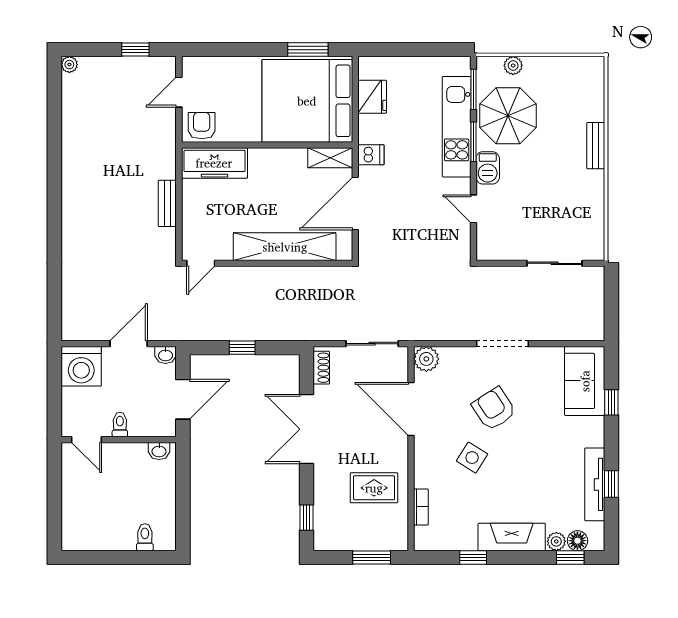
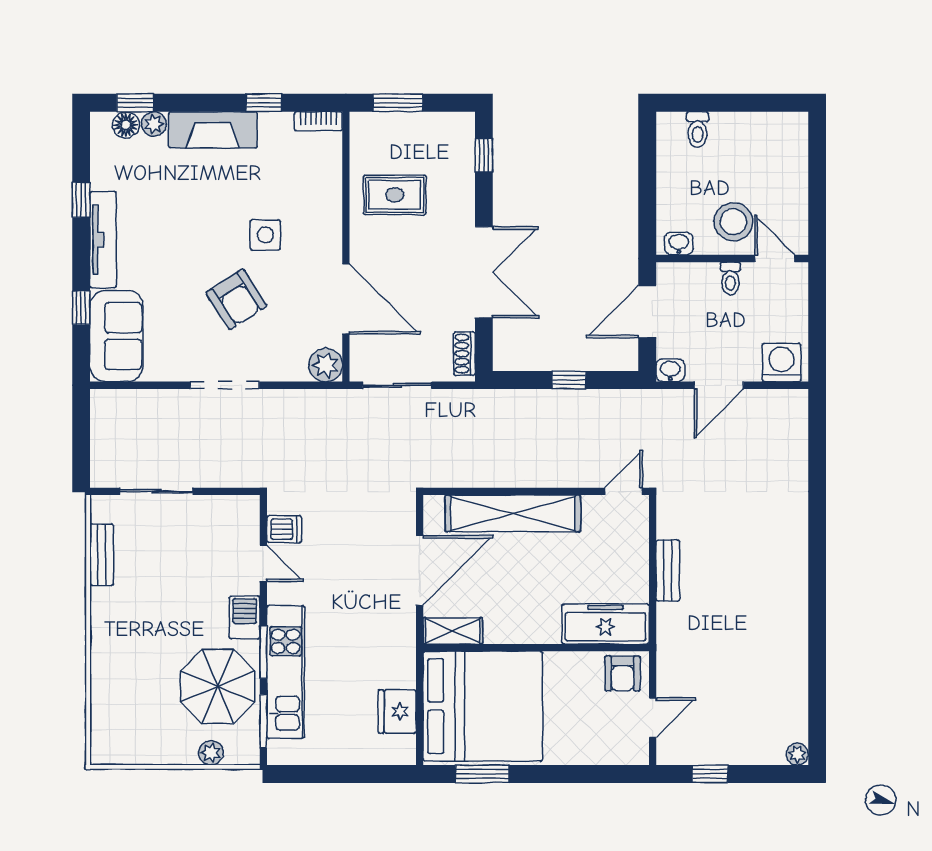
bench: (596, 146) -> (102, 555), moved
dishwasher: (371, 155) -> (284, 529), moved, turned 180
washing machine: (81, 366) -> (782, 362), width x0.73, depth x0.73
side table: (472, 458) -> (265, 235), turned -32
stool: (118, 467) -> (733, 222), added
tv unit: (595, 484) -> (103, 240), moved
bookcase: (421, 507) -> (318, 121), moved, turned -90

